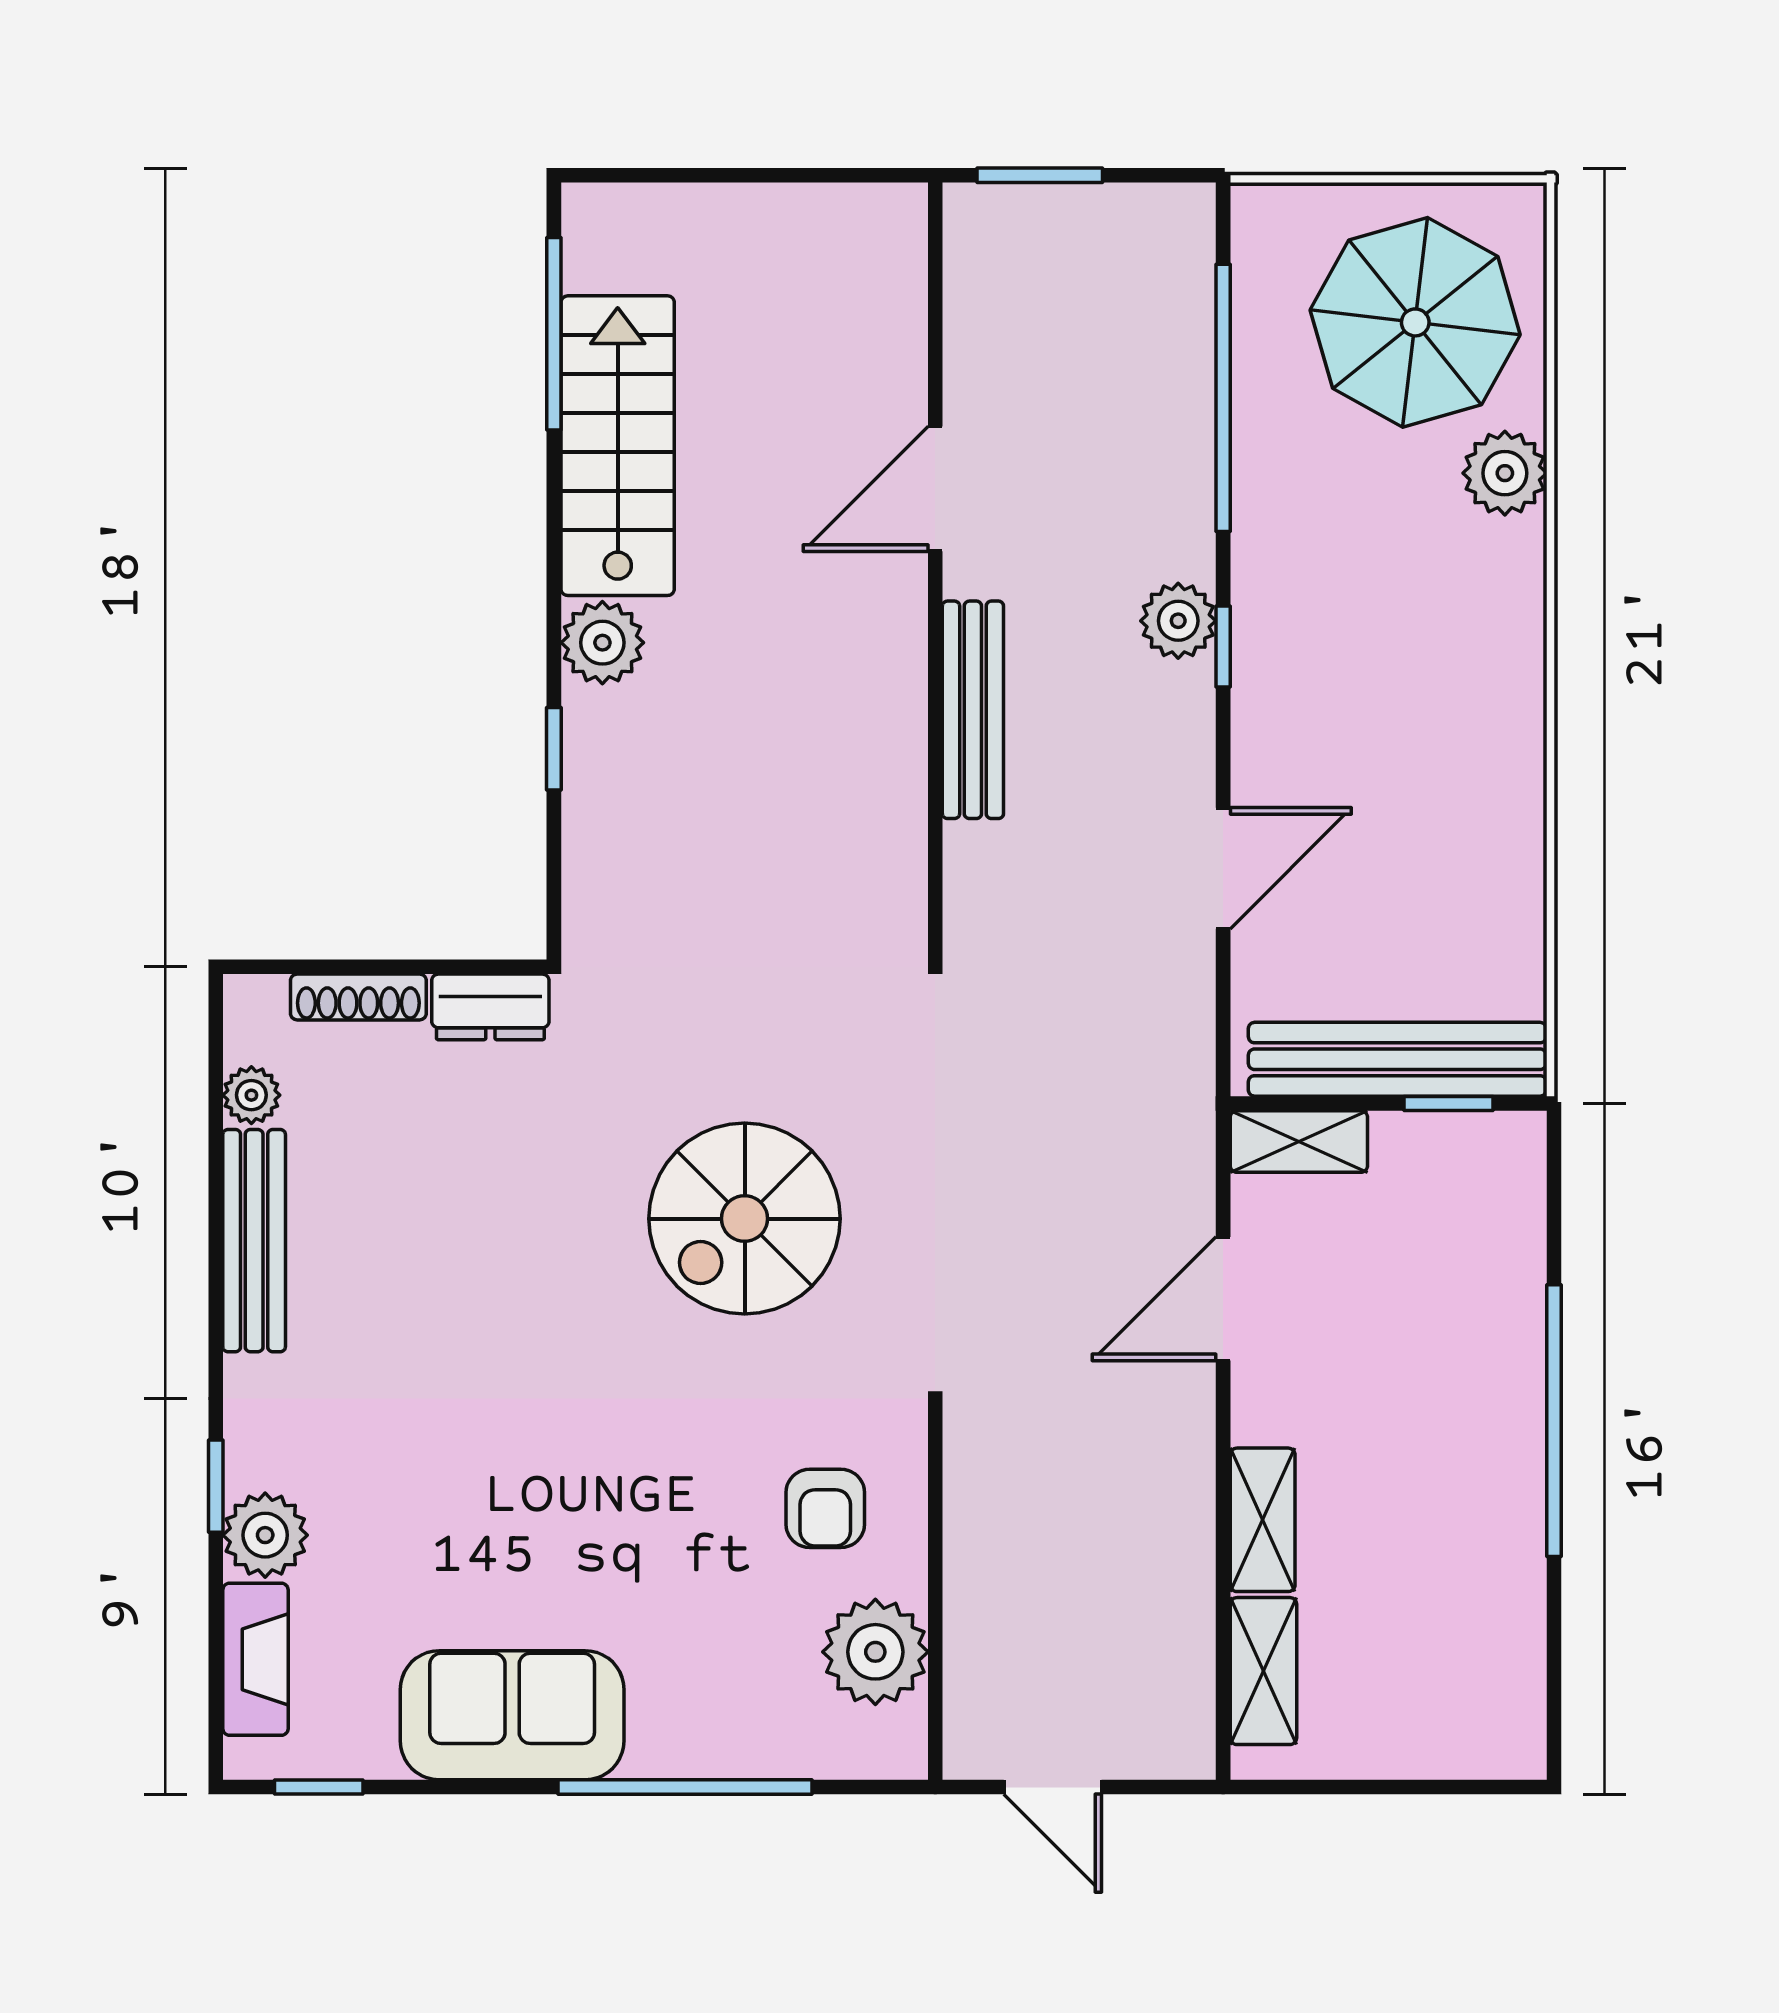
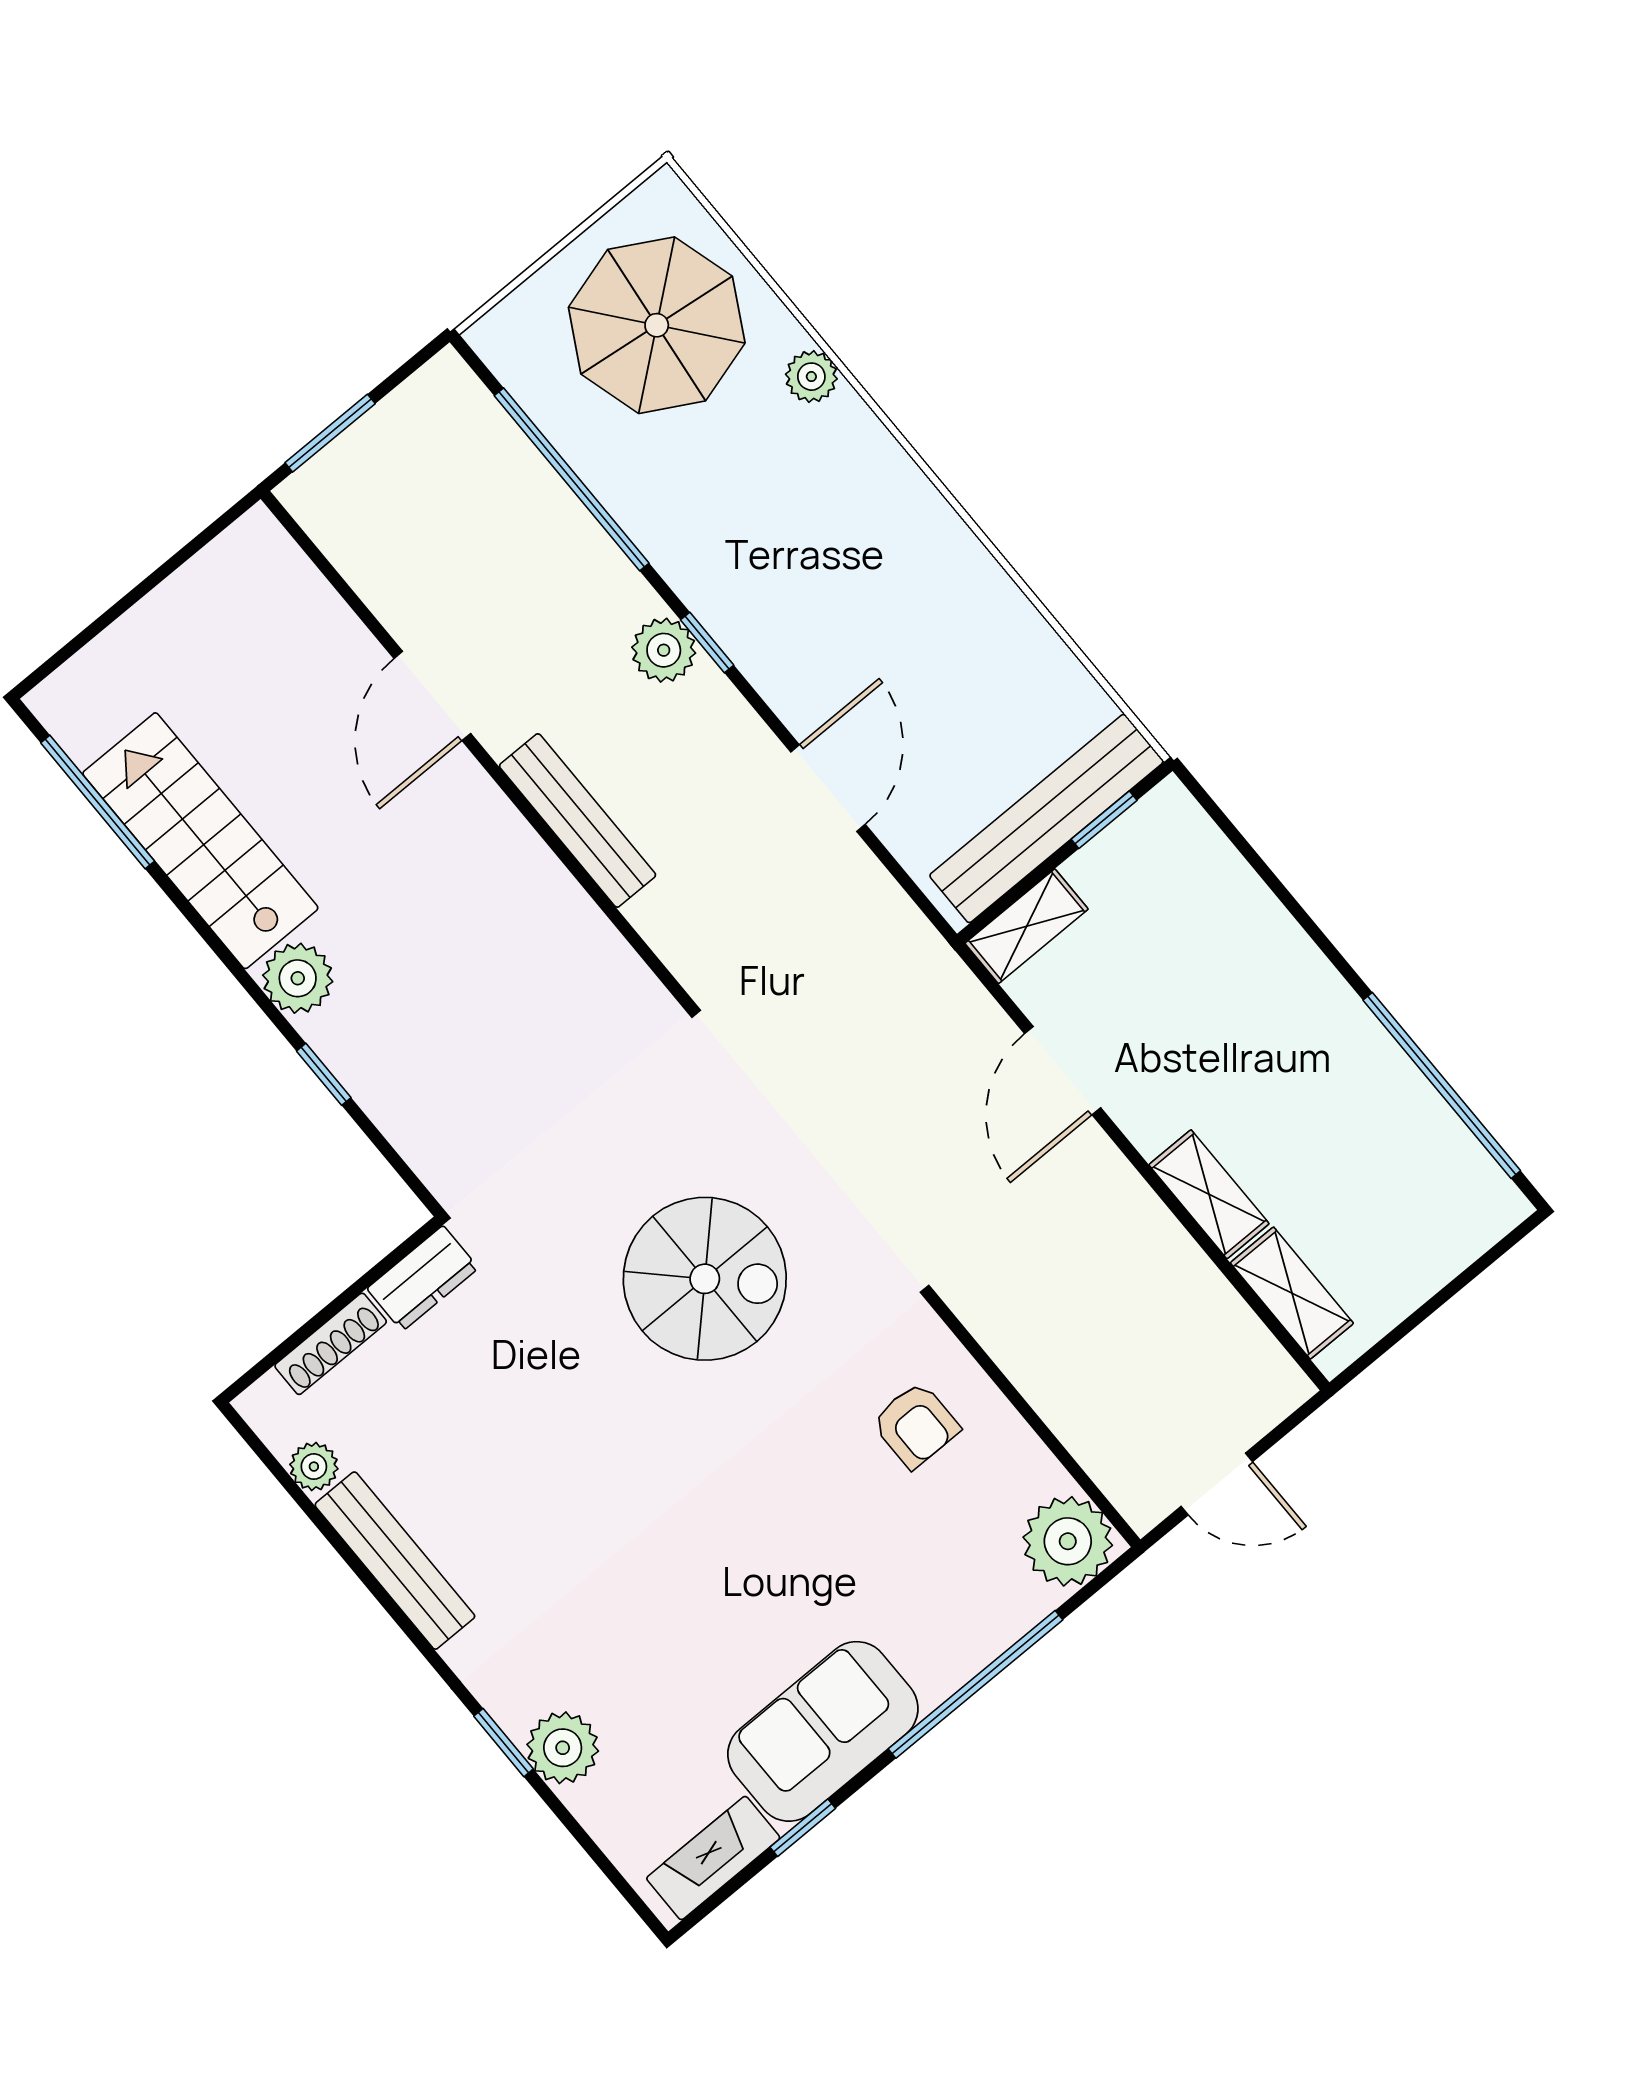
plant: (1505, 473) -> (811, 377), width x0.73, depth x0.73
spiral stairs: (745, 1219) -> (705, 1279), turned -90
window: (1554, 1421) -> (1442, 1085), moved
plant: (875, 1652) -> (1068, 1541), moved
fireplace: (255, 1659) -> (713, 1858), moved, turned -90
window: (319, 1787) -> (803, 1828), moved

